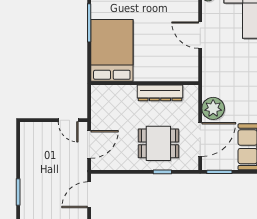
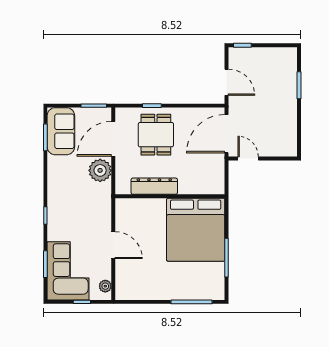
bed: (112, 50) -> (196, 230), width x1.36
dining table: (158, 143) -> (156, 135), turned 90
door: (89, 144) -> (227, 134), width x1.36
door: (89, 195) -> (227, 82), hinge flipped

